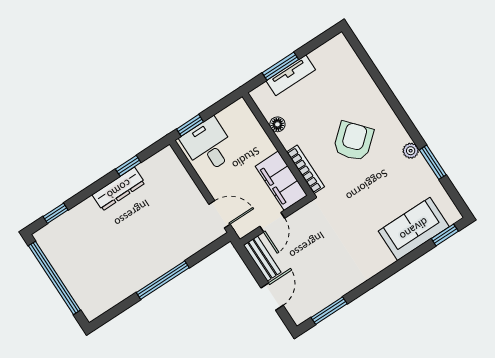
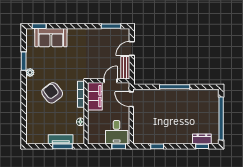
armchair: (353, 141) -> (52, 93), turned 94
dresser: (119, 189) -> (202, 139), moved, width x0.70

